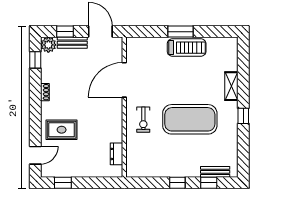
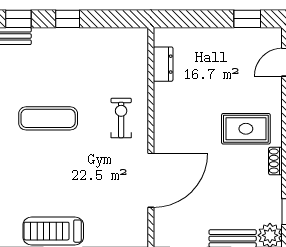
exercise mat: (190, 119) -> (48, 118), width x0.50, depth x0.69
rug: (62, 130) -> (246, 129), moved

